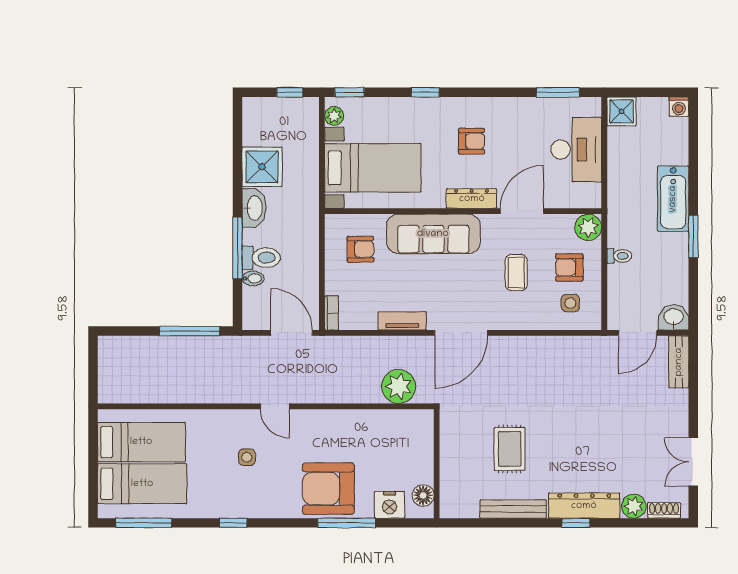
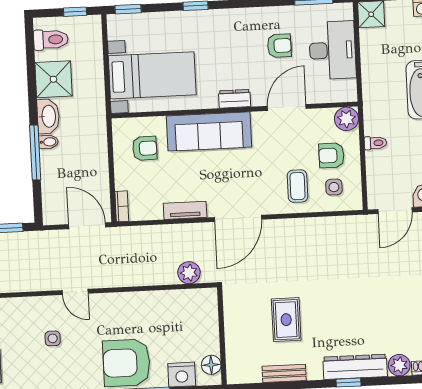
plant: (334, 116) -> (115, 31), removed
armchair: (471, 141) -> (279, 46), moved
dresser: (472, 199) -> (235, 99), width x0.70
toilet: (261, 258) -> (51, 40), moved
coffee table: (516, 273) -> (297, 186), moved
bidet: (253, 278) -> (48, 142), moved
plant: (399, 386) -> (189, 273), width x0.73, depth x0.73
bench: (513, 509) -> (284, 373), width x0.73

